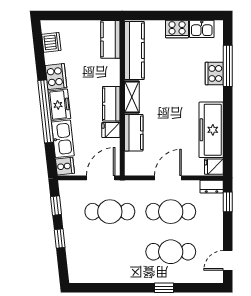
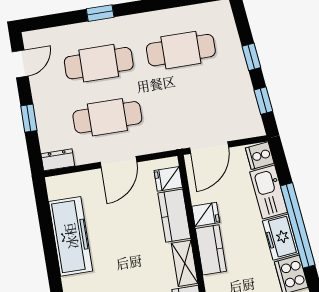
fridge: (214, 167) -> (168, 179), moved, turned 180
window: (228, 202) -> (29, 118), moved
cafe table: (110, 212) -> (181, 50), moved

